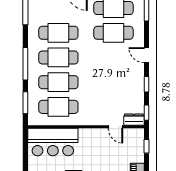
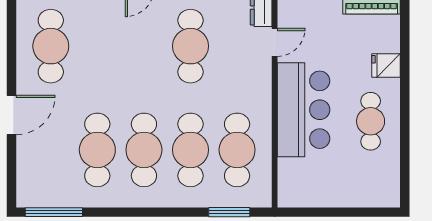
cafe table: (113, 33) -> (190, 46), moved
window: (25, 64) -> (156, 212), removed
bar counter: (53, 142) -> (303, 110), moved

